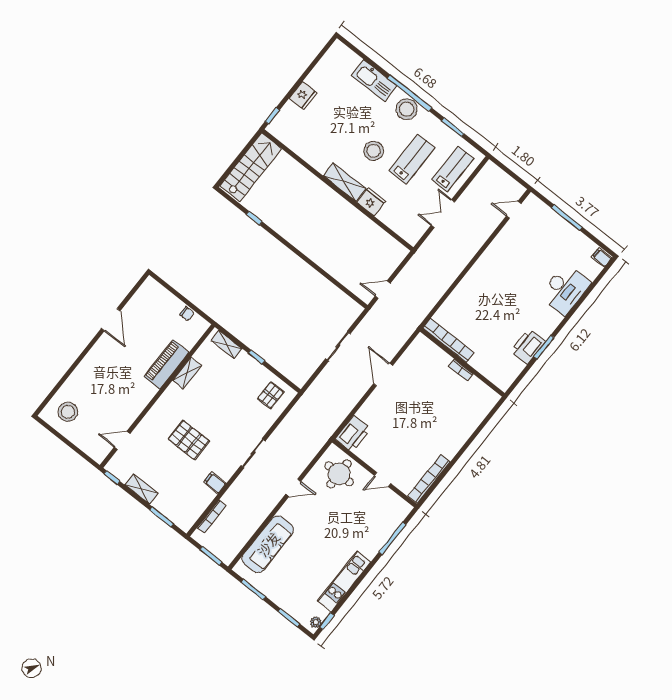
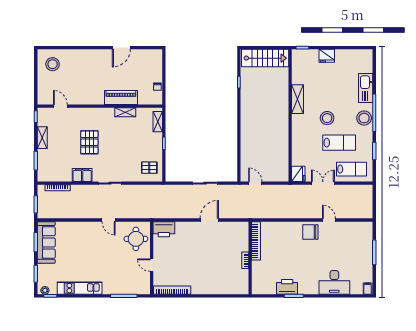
shelving: (345, 182) -> (297, 99), moved
fridge: (371, 202) -> (298, 174), moved
door: (514, 210) -> (329, 220), moved
chair: (487, 271) -> (310, 232), added
filing cabinet: (215, 483) -> (82, 175), width x2.00
sofa: (268, 544) -> (46, 242), moved, turned -90

